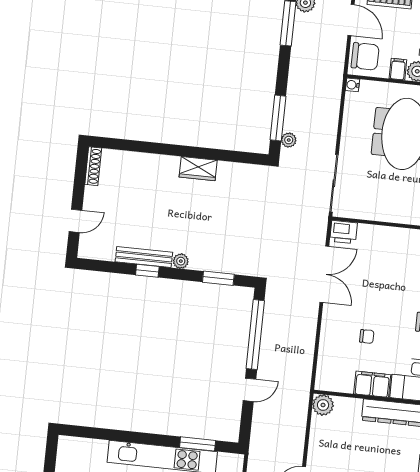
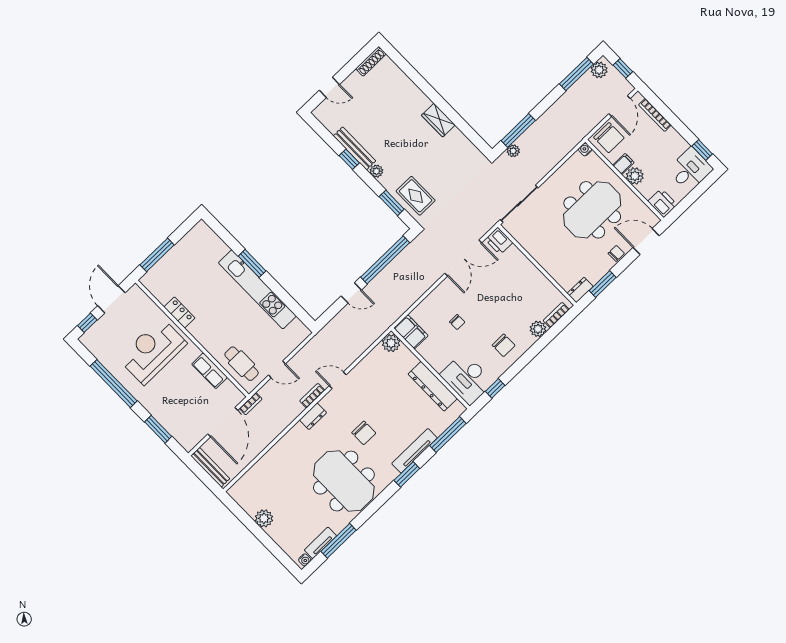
rug: (235, 254) -> (416, 196), added
filing cabinet: (372, 384) -> (411, 332), moved
window: (198, 444) -> (252, 263), moved

